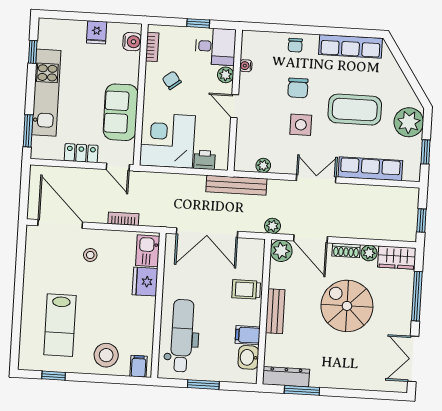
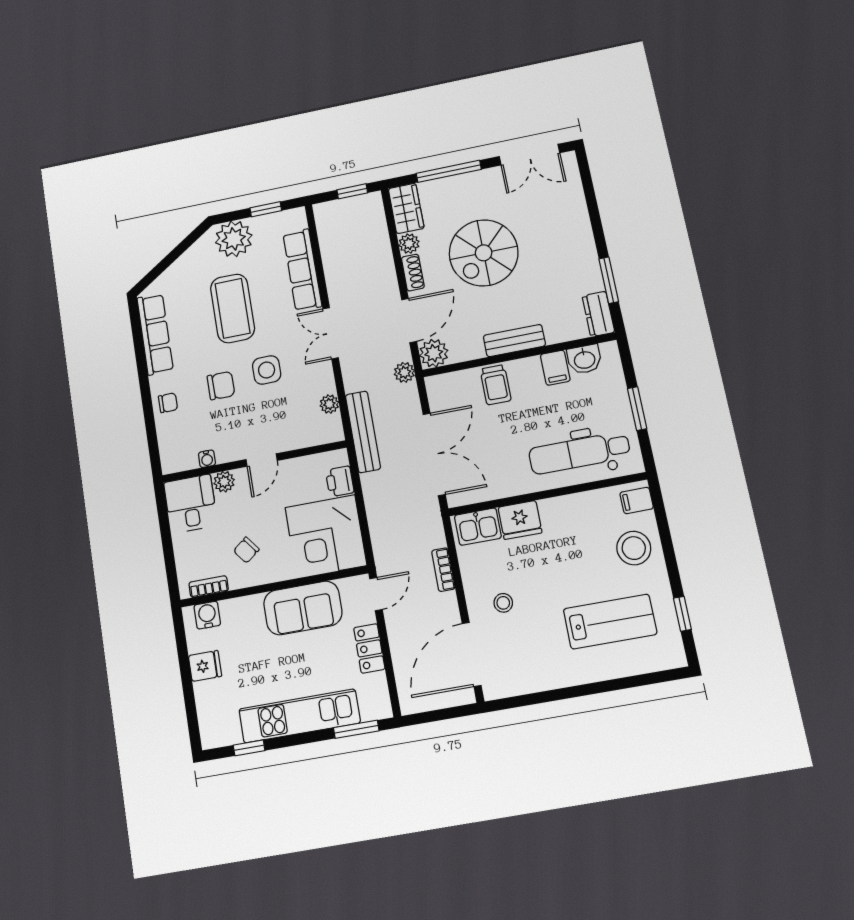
window: (198, 23) -> (166, 534), removed
dresser: (286, 377) -> (598, 314), width x0.70

